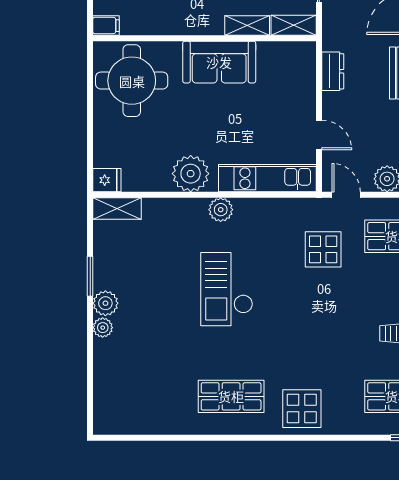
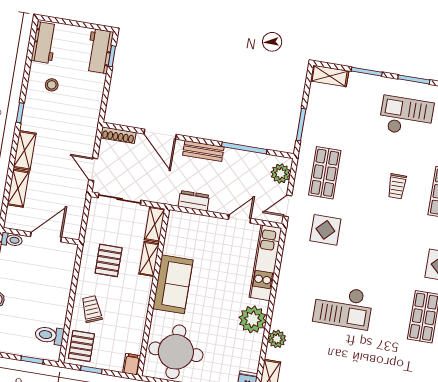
plant: (221, 210) -> (277, 339), moved

